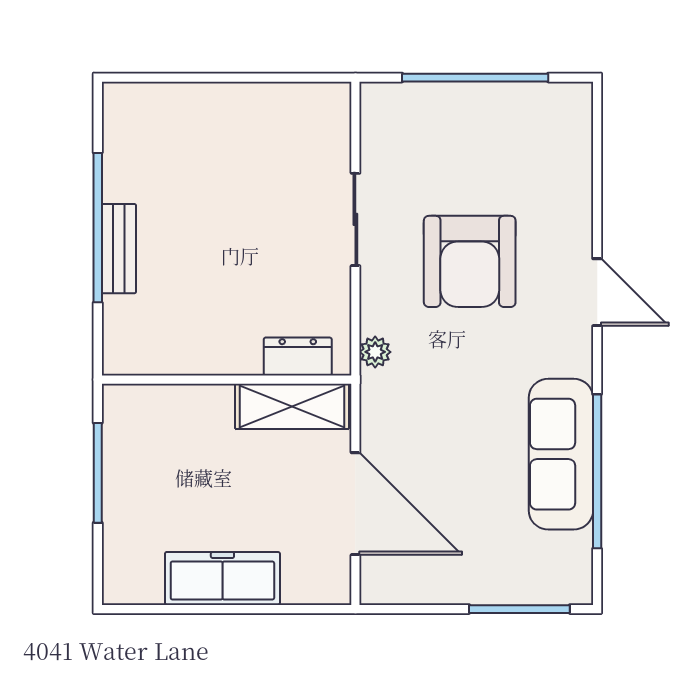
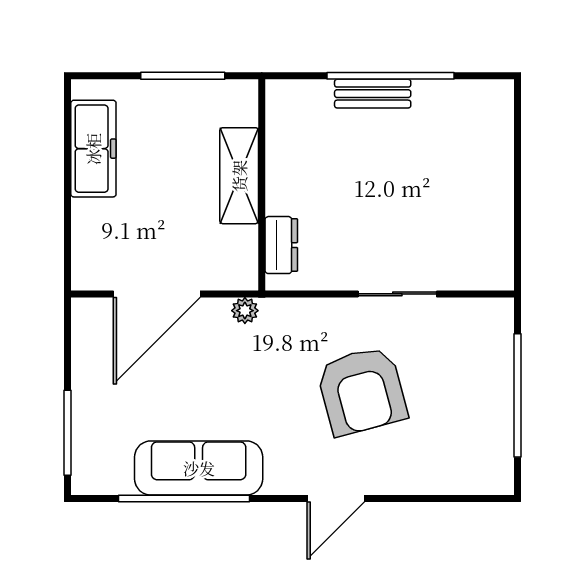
armchair: (470, 261) -> (362, 391), turned -105
plant: (375, 352) -> (245, 311), moved
shelving: (292, 406) -> (239, 176), moved
freezer: (222, 578) -> (93, 149), moved

